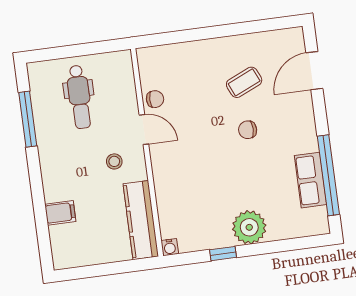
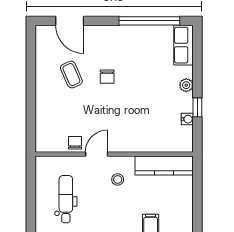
dental chair: (79, 97) -> (66, 199), turned -90
row of seats: (311, 180) -> (183, 45), moved, turned 90
plant: (249, 227) -> (186, 85), width x0.53, depth x0.53
water cooler: (170, 247) -> (187, 119), moved

